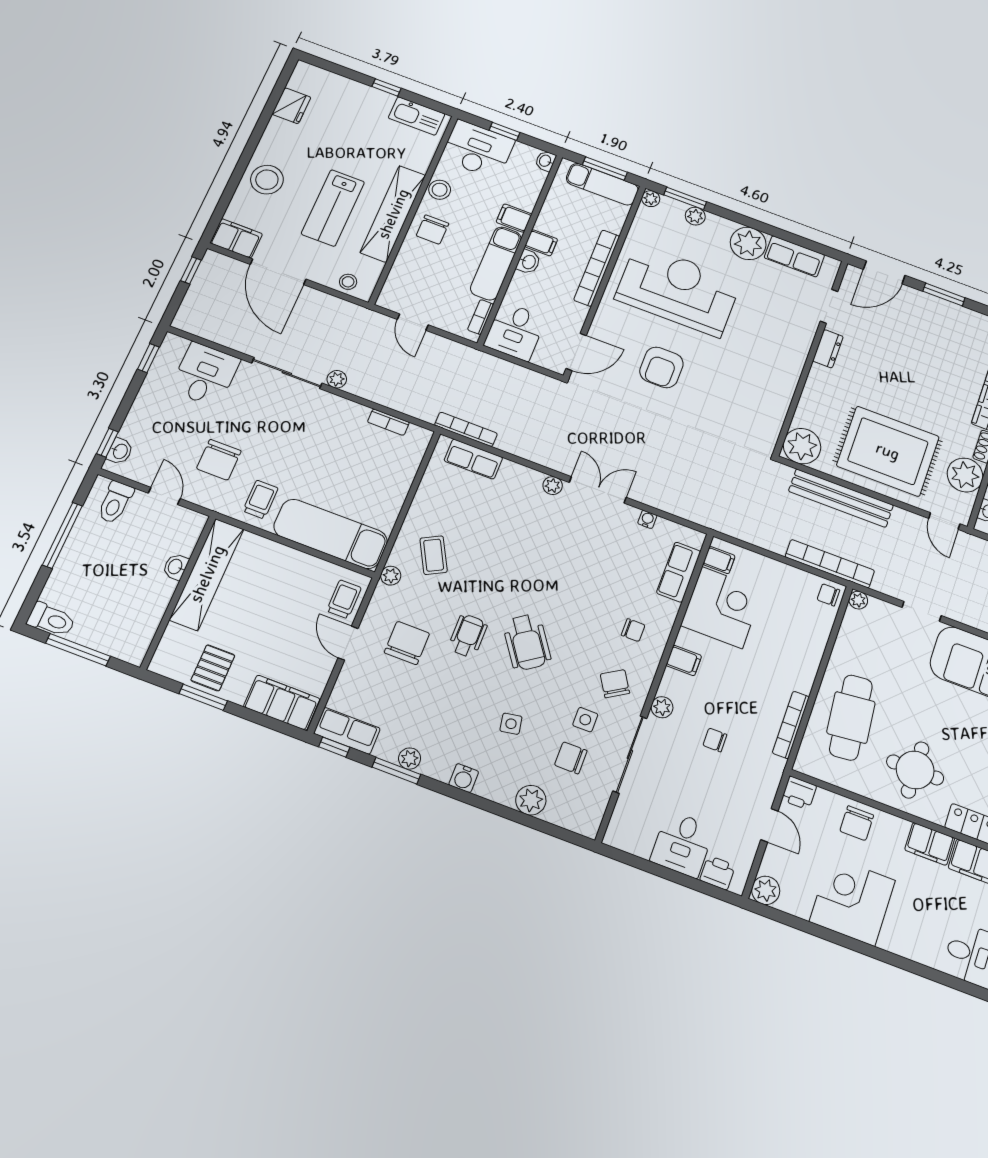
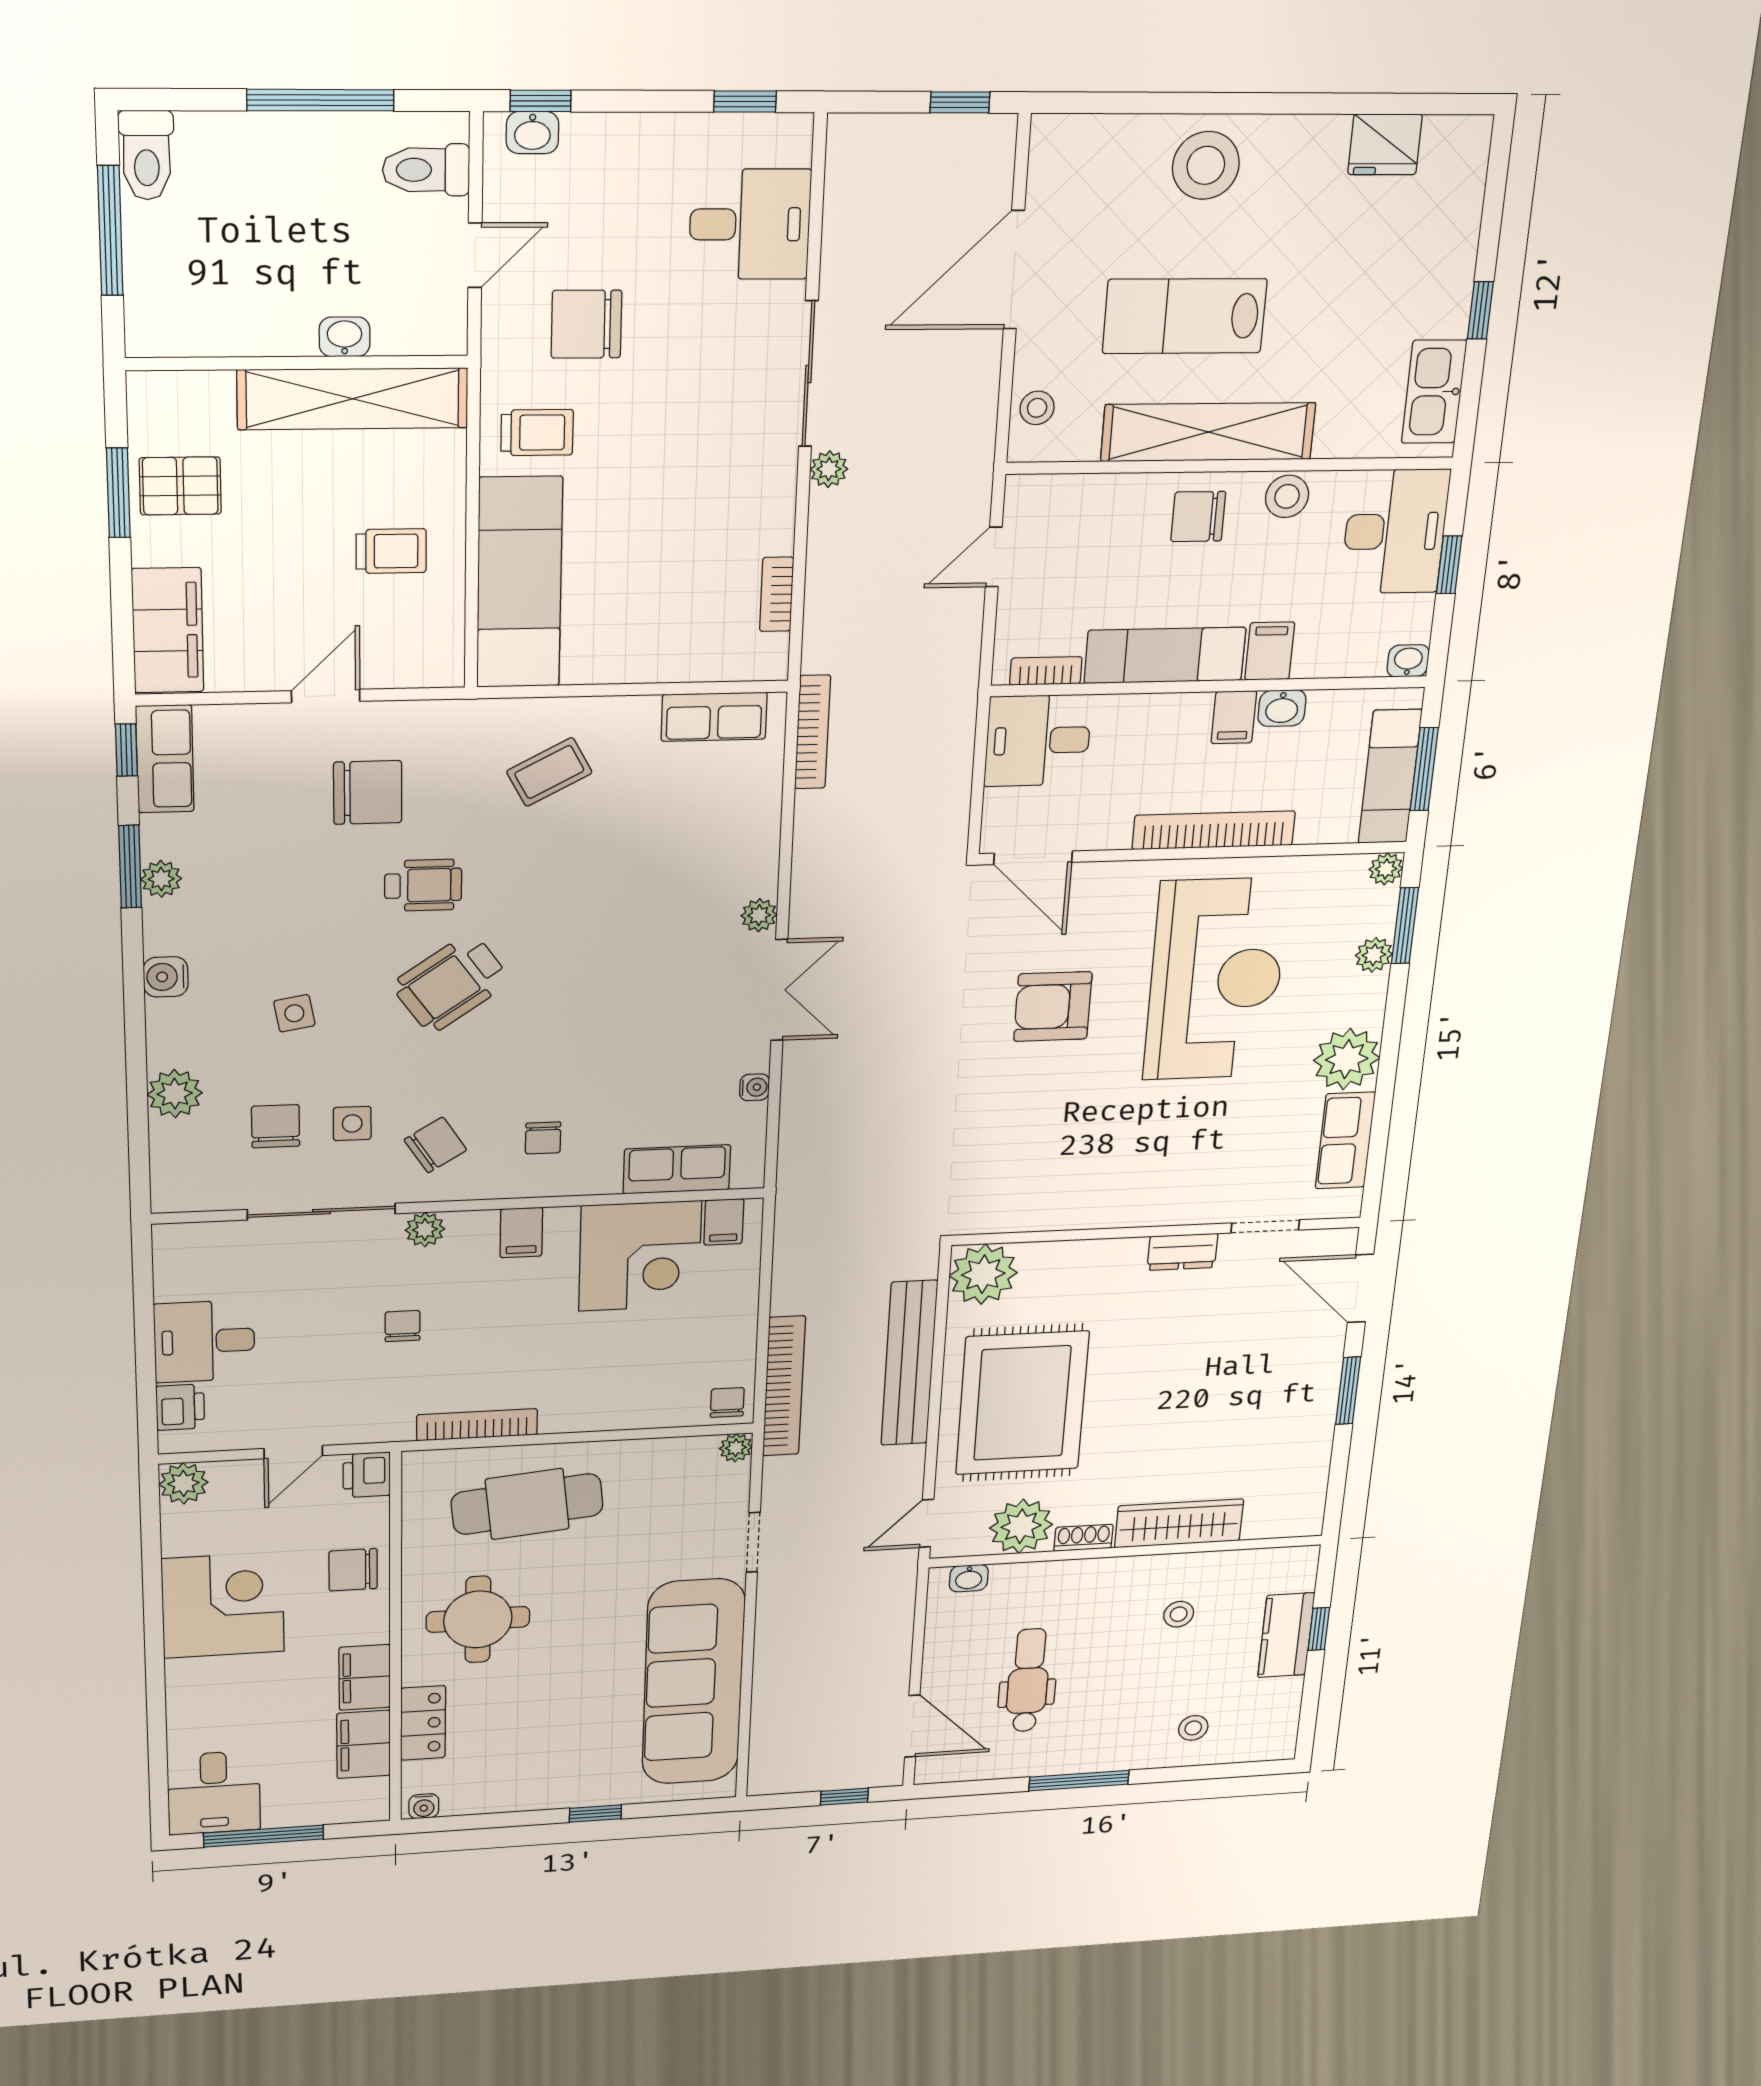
filing cabinet: (236, 238) -> (1058, 160), removed
washbasin: (528, 262) -> (1282, 708), moved
row of seats: (473, 459) -> (714, 717), moved, turned -90
plant: (391, 576) -> (481, 716), removed
trolley: (344, 599) -> (391, 551), moved

